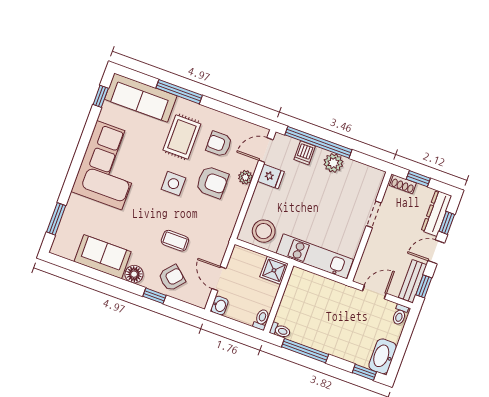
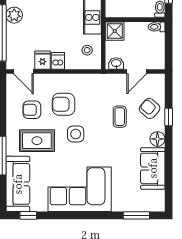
armchair: (219, 144) -> (32, 110), turned 90
dishwasher: (305, 153) -> (58, 61), moved, turned -90
plant: (245, 177) -> (50, 80), removed
armchair: (212, 182) -> (64, 104), turned -90
stool: (264, 231) -> (87, 50), width x0.53, depth x0.53
washbasin: (220, 306) -> (116, 63), moved

